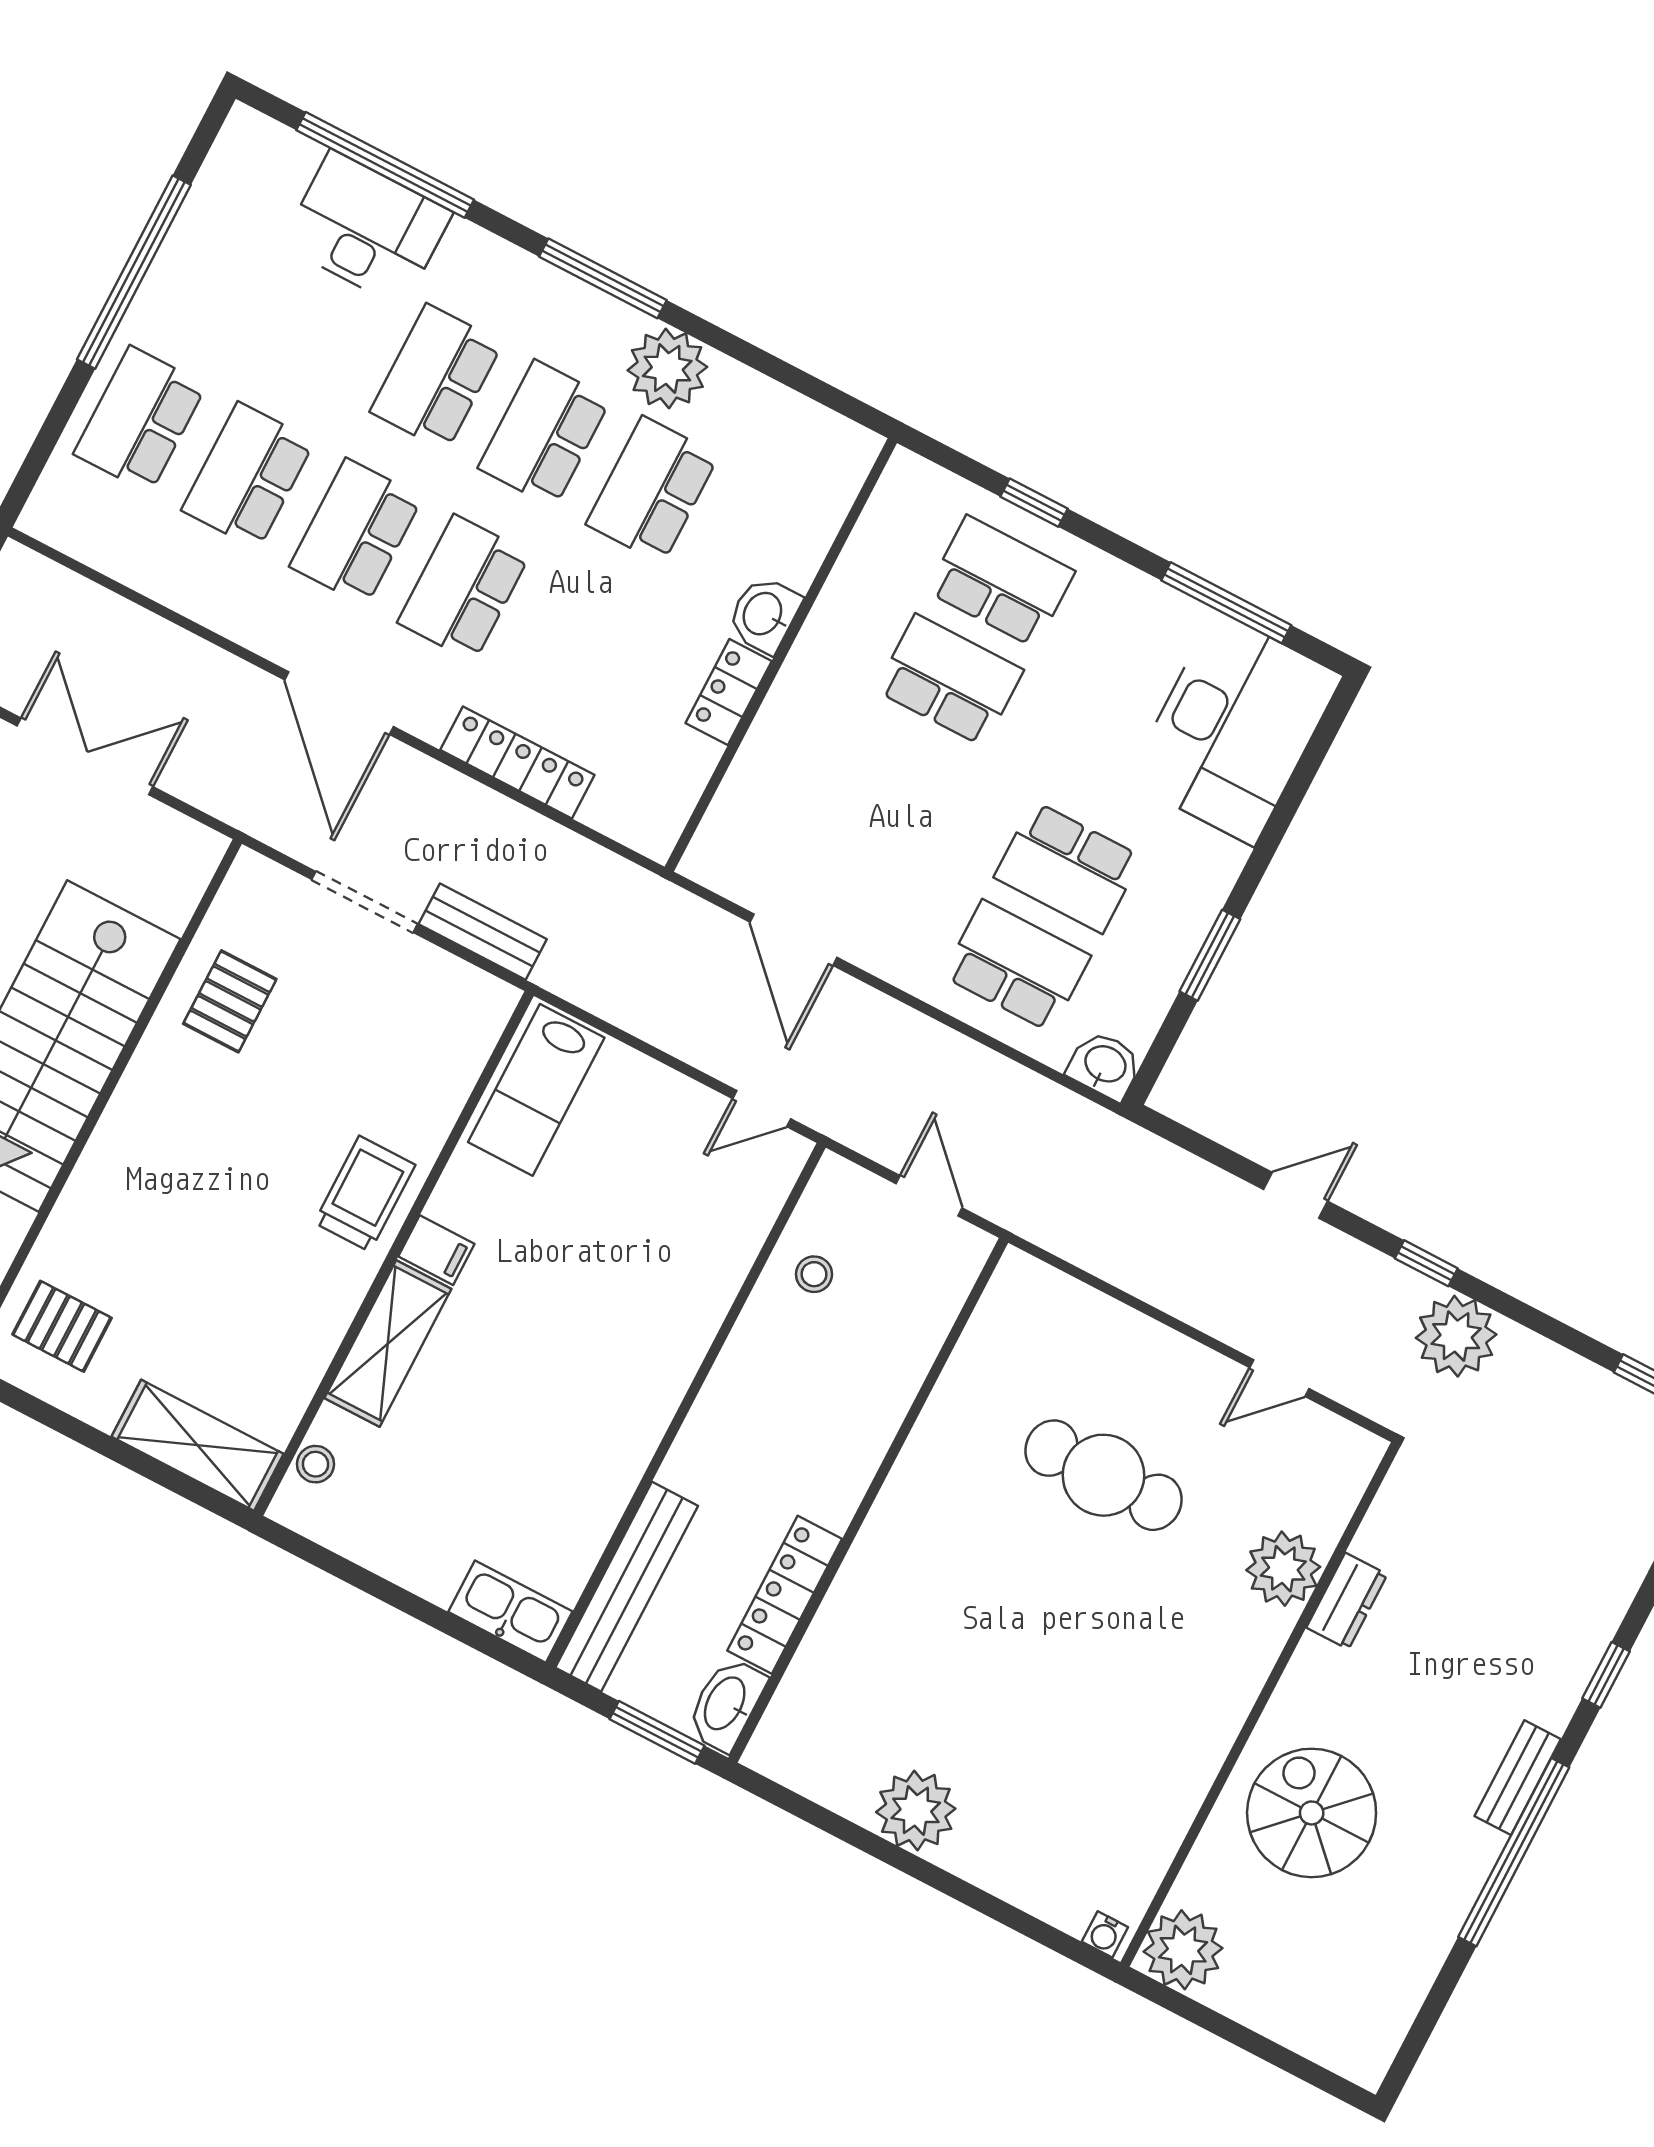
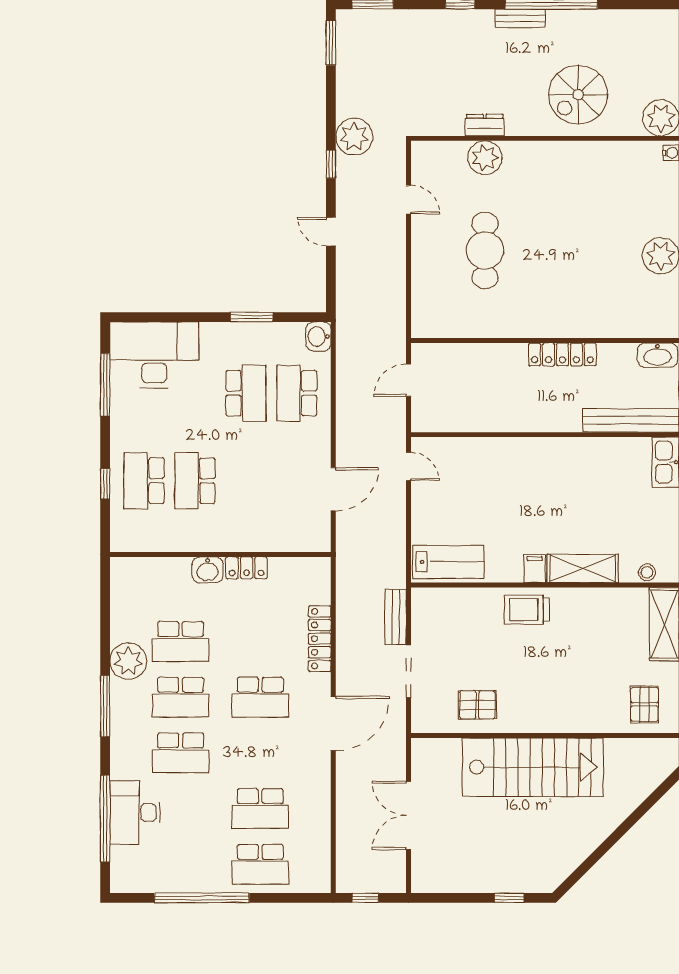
school desk: (356, 532) -> (260, 753), removed
stool: (814, 1274) -> (465, 410), removed
locker: (785, 1595) -> (562, 354), moved

